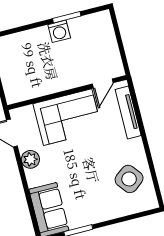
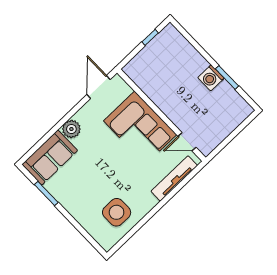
plant: (30, 159) -> (71, 129), moved
side table: (129, 179) -> (117, 212), turned 38

